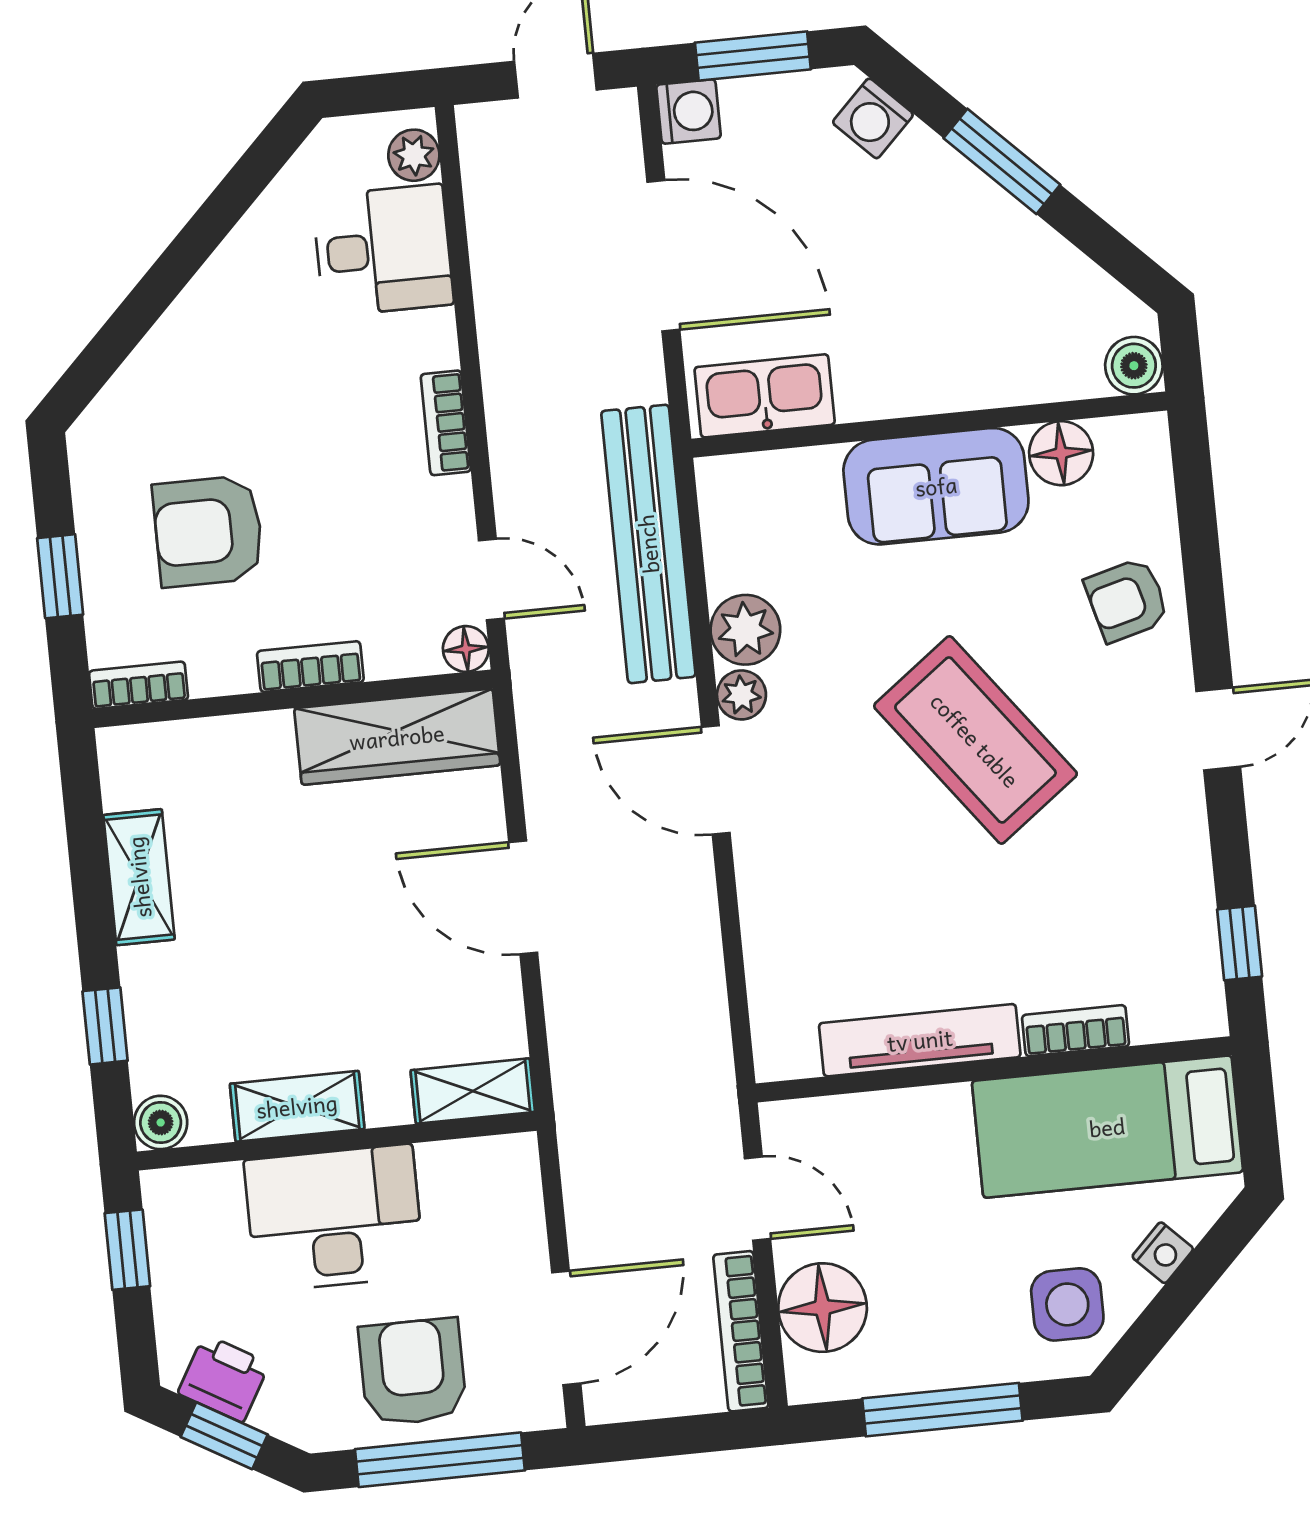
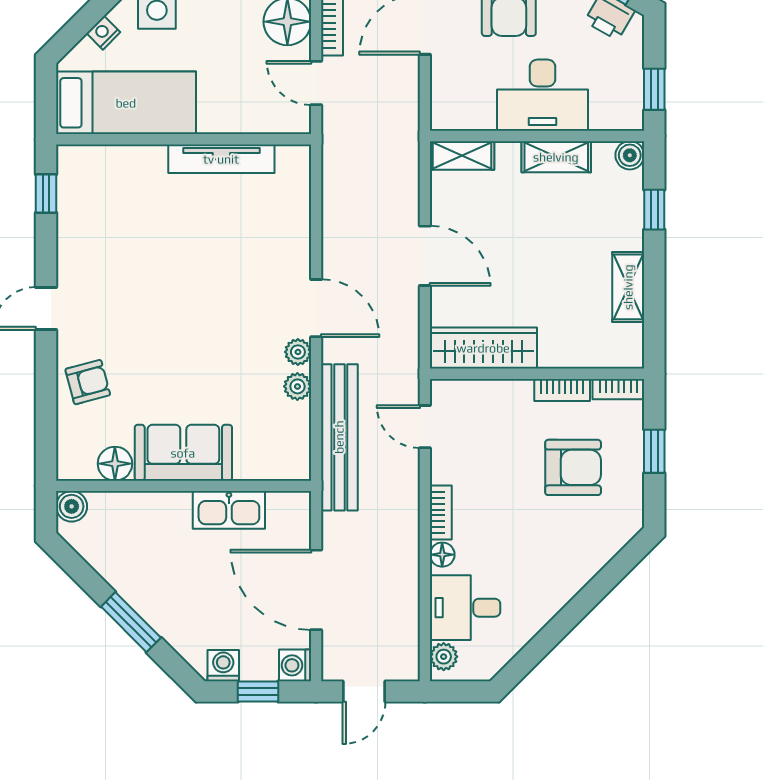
window: (753, 56) -> (258, 691), width x0.67
washing machine: (873, 118) -> (223, 666), moved, turned -45
kitchen sink: (765, 396) -> (229, 510), moved
plant: (745, 630) -> (297, 386), width x0.73, depth x0.73
floor lamp: (466, 649) -> (442, 555), moved
bookcase: (310, 667) -> (562, 390), moved
coffee table: (975, 740) -> (176, 316), removed
bookcase: (1076, 1031) -> (138, 156), removed

